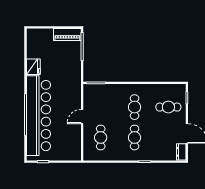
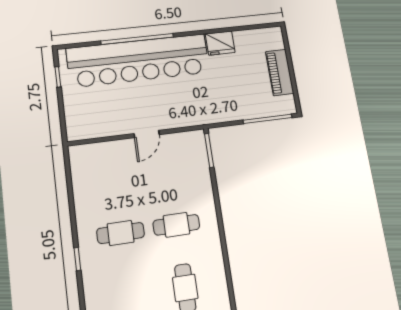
piano: (67, 35) -> (280, 72), moved
door: (82, 117) -> (147, 134), swing flipped
cafe table: (101, 137) -> (113, 171), removed

